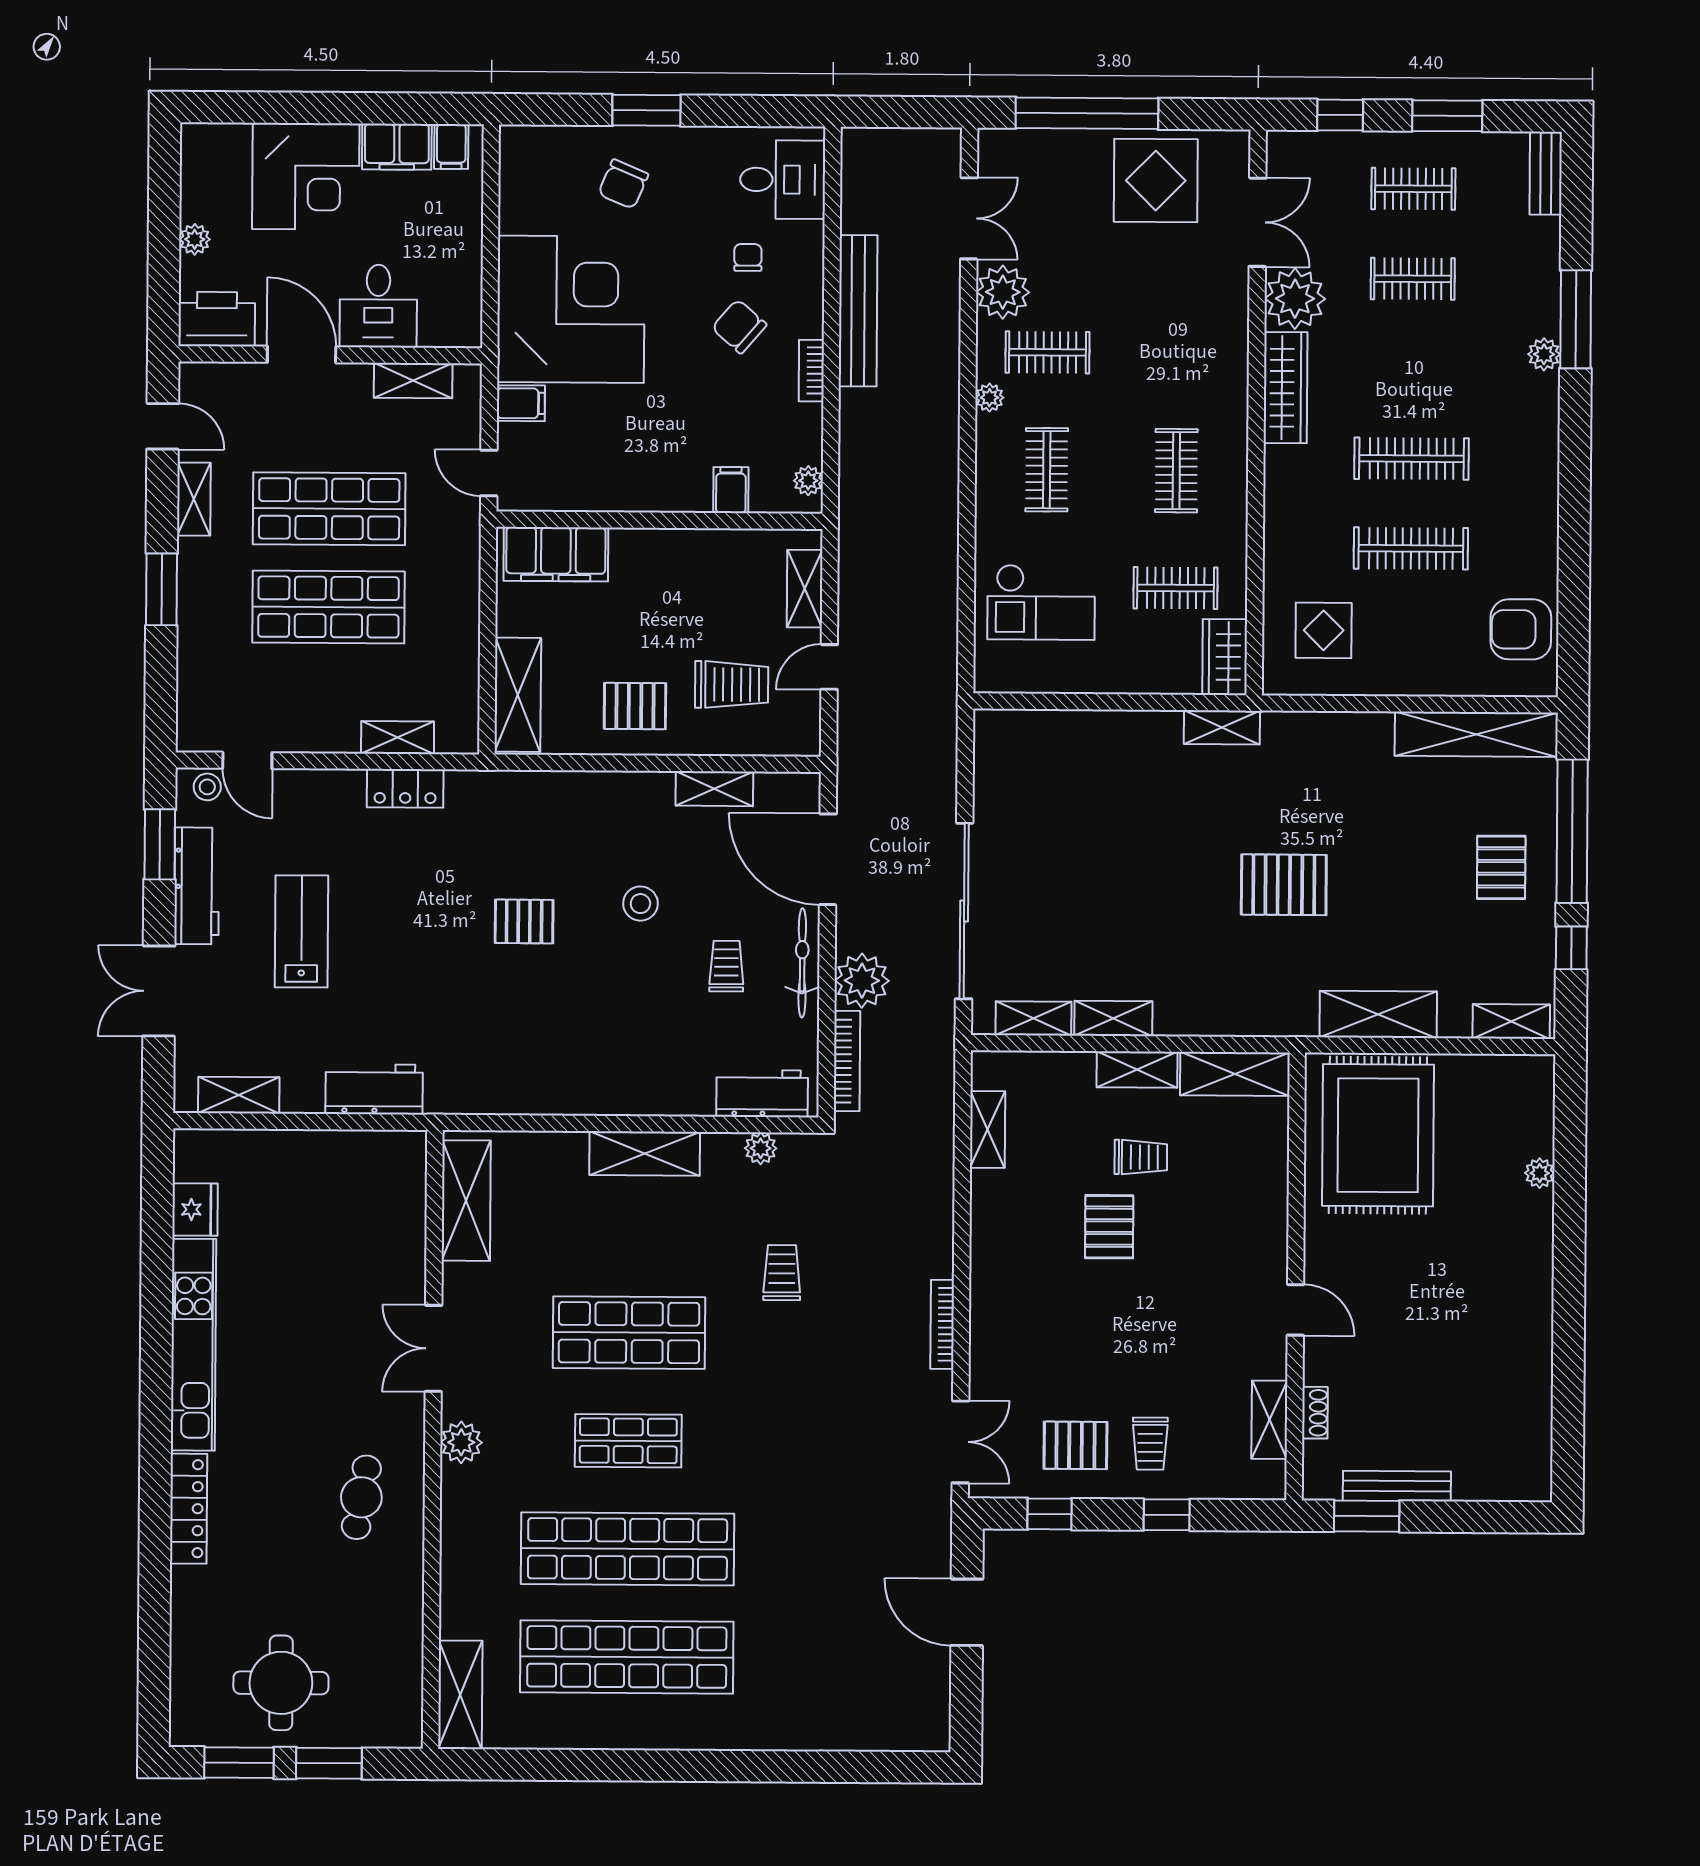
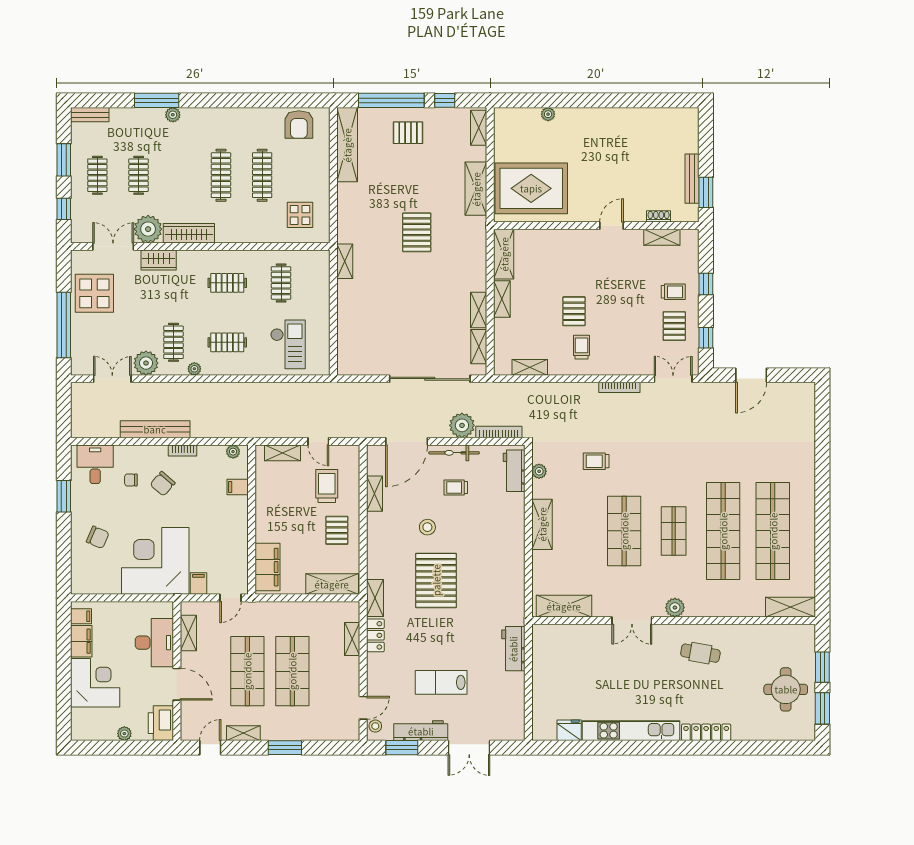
window: (646, 110) -> (64, 496), moved
desk: (378, 306) -> (154, 643), width x1.37
door: (302, 355) -> (177, 684), swing flipped
wardrobe: (1225, 657) -> (159, 260), moved
pallet: (524, 921) -> (436, 580), width x2.05, depth x2.00
shelving: (239, 1095) -> (375, 598), moved
trolley: (1141, 1157) -> (581, 347), moved
pallet: (1109, 1227) -> (574, 311), turned 90

